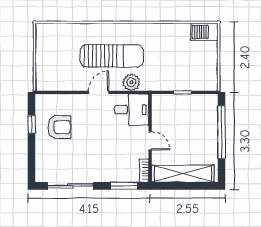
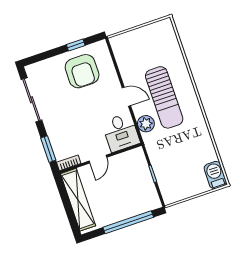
armchair: (59, 127) -> (82, 71), width x1.36, depth x1.36

